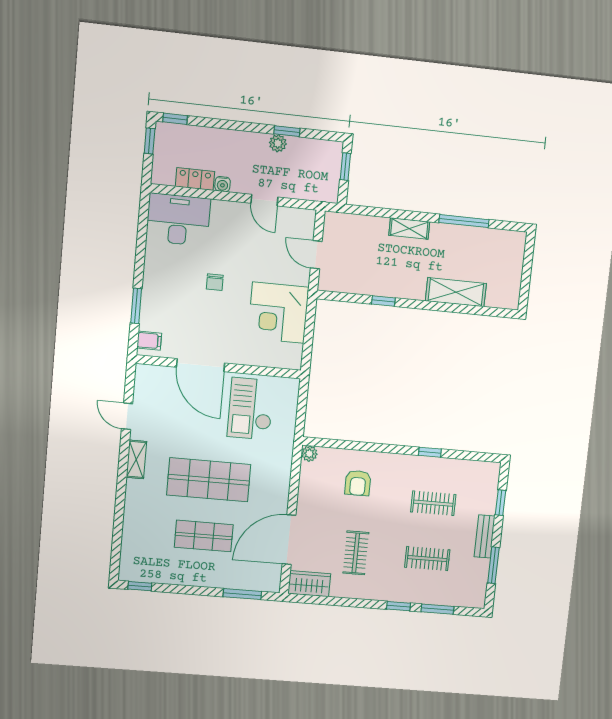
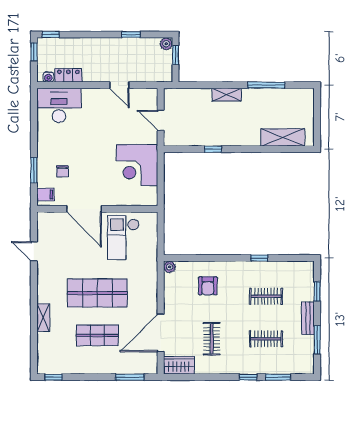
plant: (278, 143) -> (166, 44), moved
water cooler: (223, 184) -> (48, 77), moved
chair: (215, 282) -> (62, 171), moved
shelving: (456, 292) -> (283, 137), moved
shelving: (136, 459) -> (43, 318), moved

